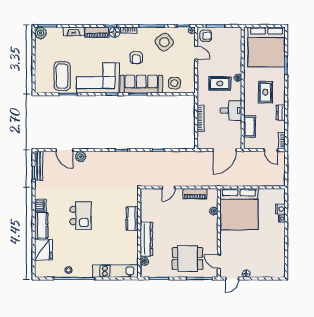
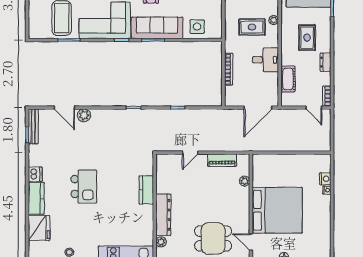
bed: (239, 209) -> (277, 210), moved, turned -90

